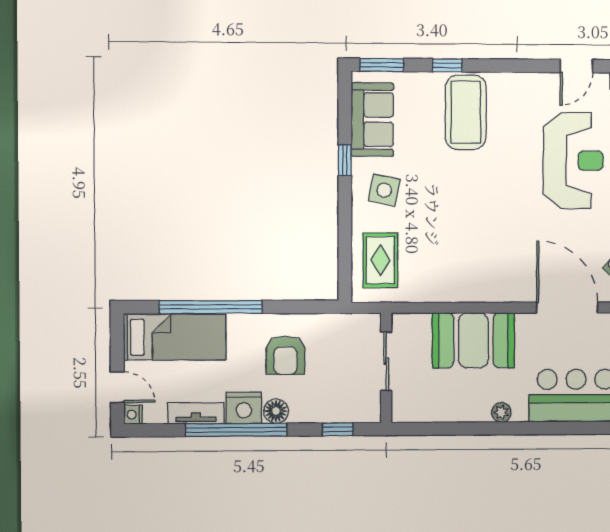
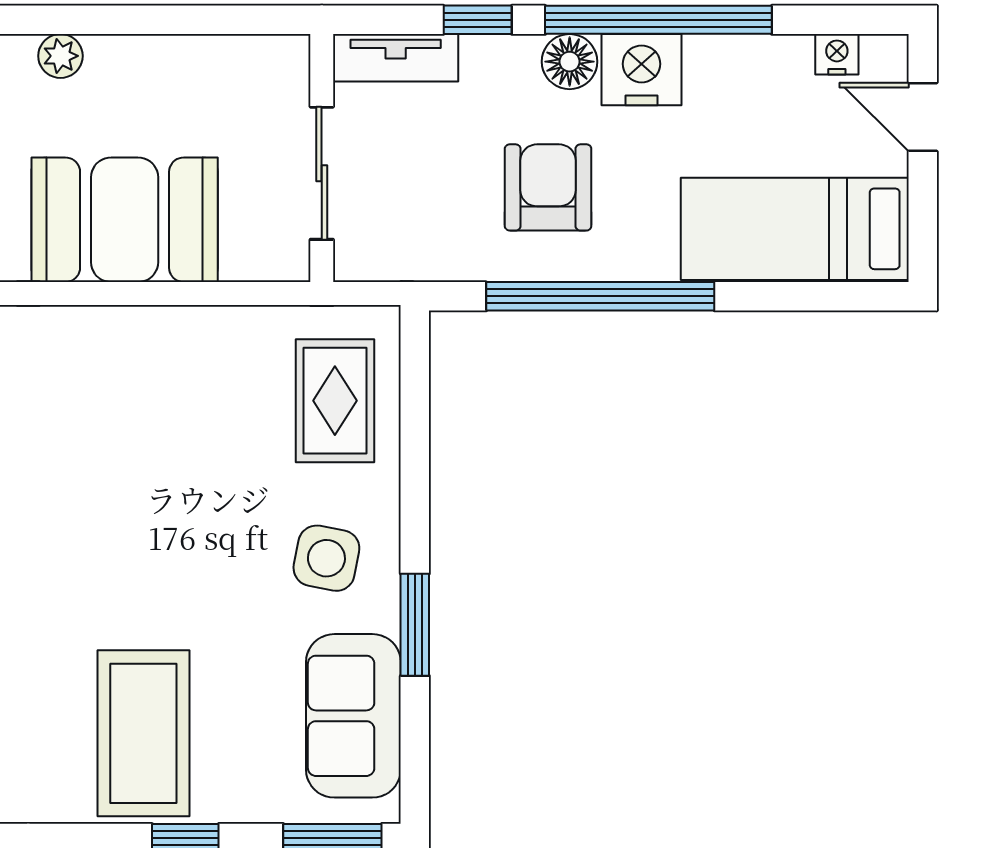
window: (345, 160) -> (415, 625), width x1.50
window: (211, 307) -> (600, 296), moved
tv unit: (196, 413) -> (396, 58), moved
nightstand: (133, 415) -> (837, 54), moved, turned -90
window: (338, 429) -> (478, 20), moved

